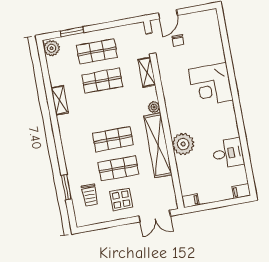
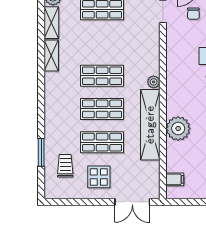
shelving: (147, 72) -> (51, 23), moved
shop shelf: (102, 81) -> (102, 76), moved
trolley: (90, 195) -> (65, 166), turned 180
filing cabinet: (190, 201) -> (175, 179), moved

